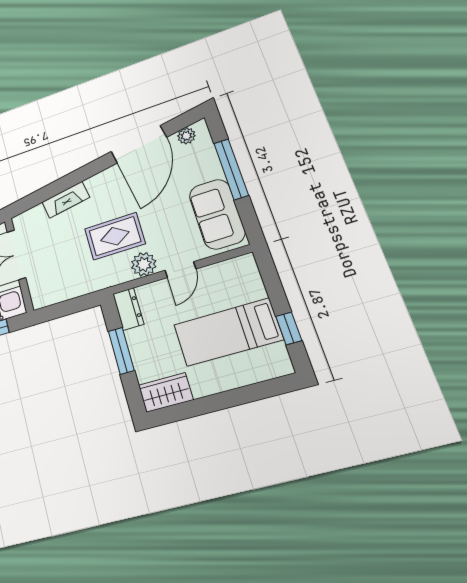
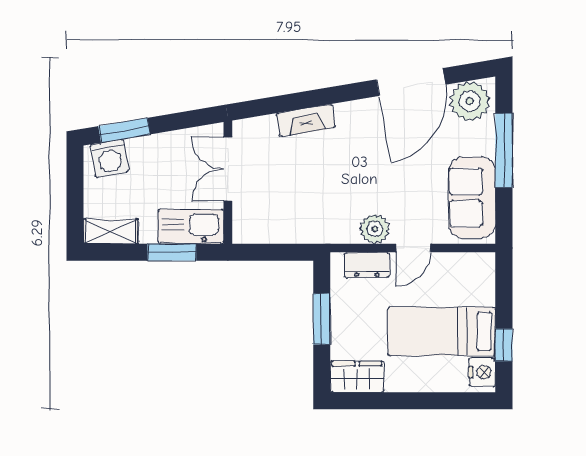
plant: (186, 136) -> (470, 101), width x1.88, depth x1.88
rug: (115, 236) -> (352, 185), removed
dresser: (128, 309) -> (367, 265), moved, turned 90
nightstand: (277, 358) -> (482, 372), added

